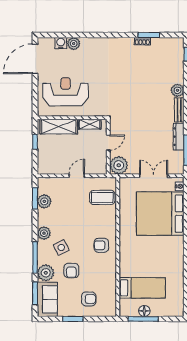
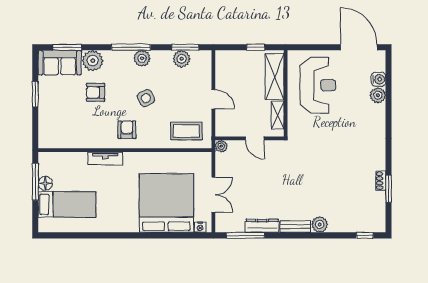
plant: (119, 165) -> (221, 146), width x0.53, depth x0.53
coffee table: (102, 197) -> (186, 131), turned 90
side table: (61, 247) -> (146, 98), moved
window: (35, 257) -> (131, 47), moved
tv unit: (124, 263) -> (105, 159), added
bed: (142, 288) -> (67, 204), moved, turned -90
armchair: (89, 299) -> (60, 114), removed

